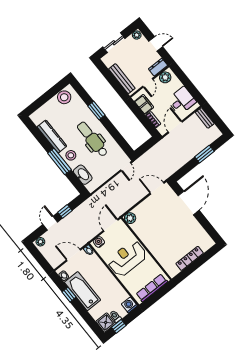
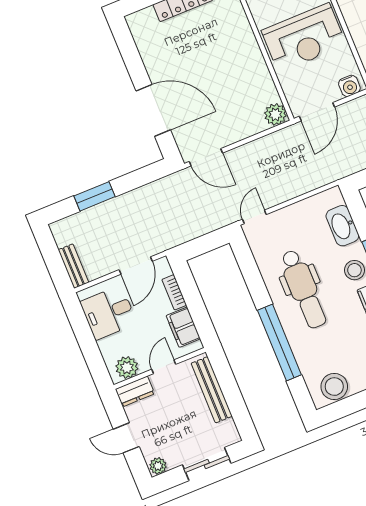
window: (96, 111) -> (279, 342), width x2.11
door: (189, 203) -> (153, 110), swing flipped

